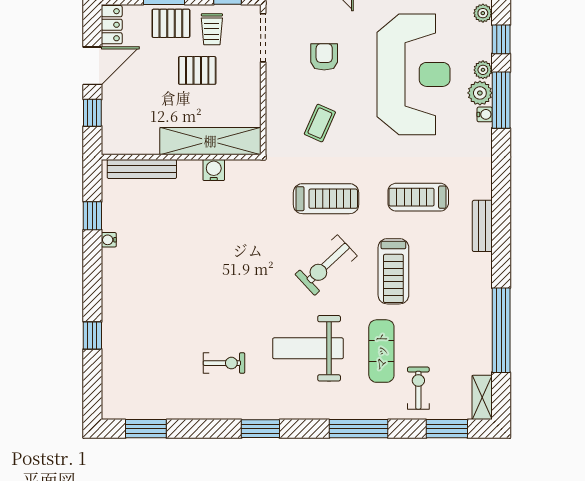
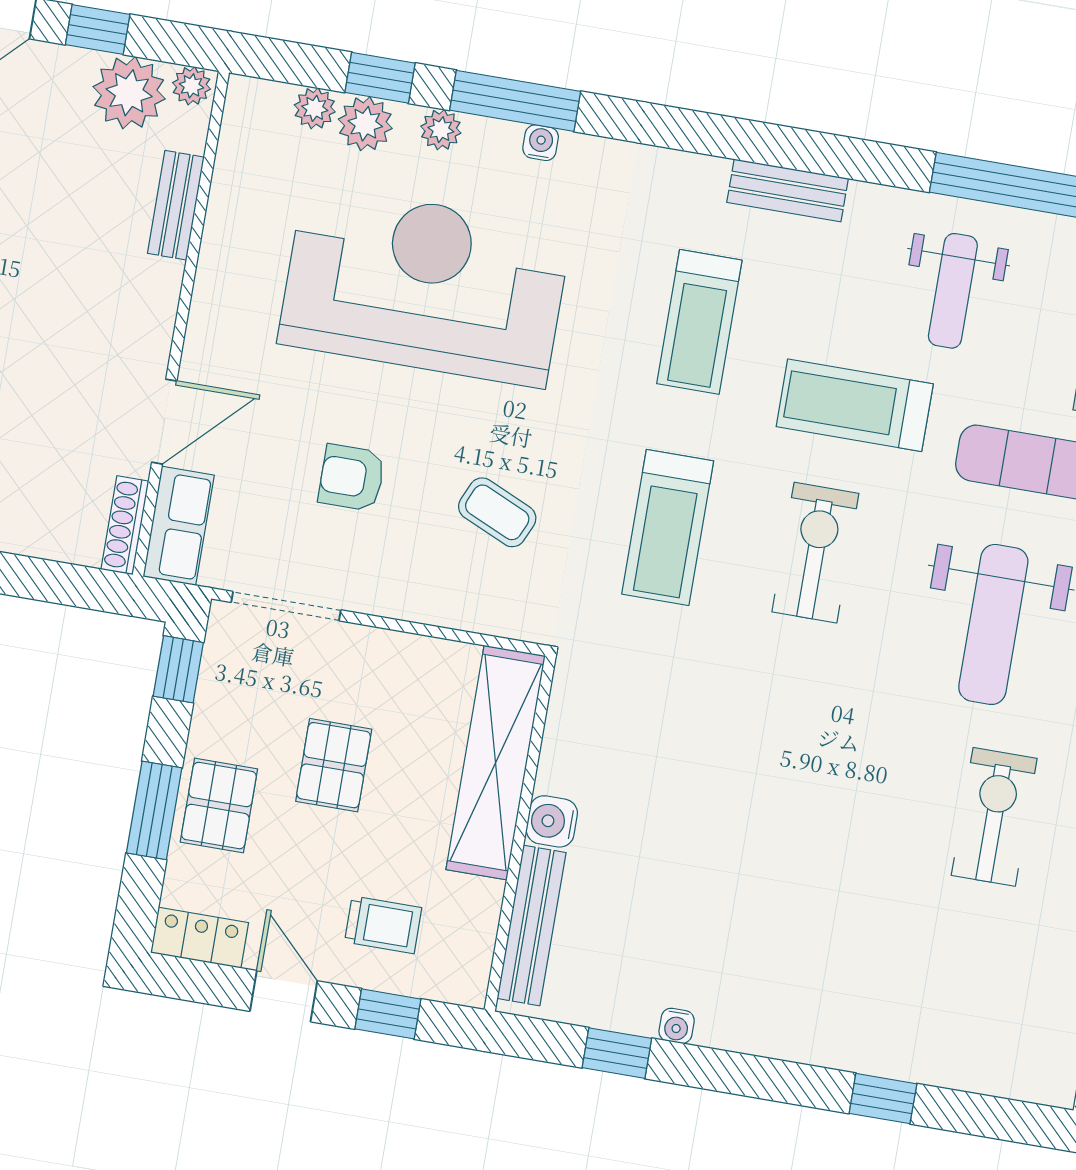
trolley: (212, 29) -> (383, 925), moved
door: (92, 66) -> (284, 996), width x0.73
plant: (480, 93) -> (365, 124), moved
water cooler: (214, 170) -> (552, 821), moved
treadmill: (326, 199) -> (668, 527), turned 180
exercise bike: (326, 265) -> (815, 553), turned -137
treadmill: (393, 271) -> (855, 405), turned 180
weight bench: (451, 306) -> (953, 291), added
exercise bike: (224, 363) -> (994, 817), width x1.38, depth x1.39

